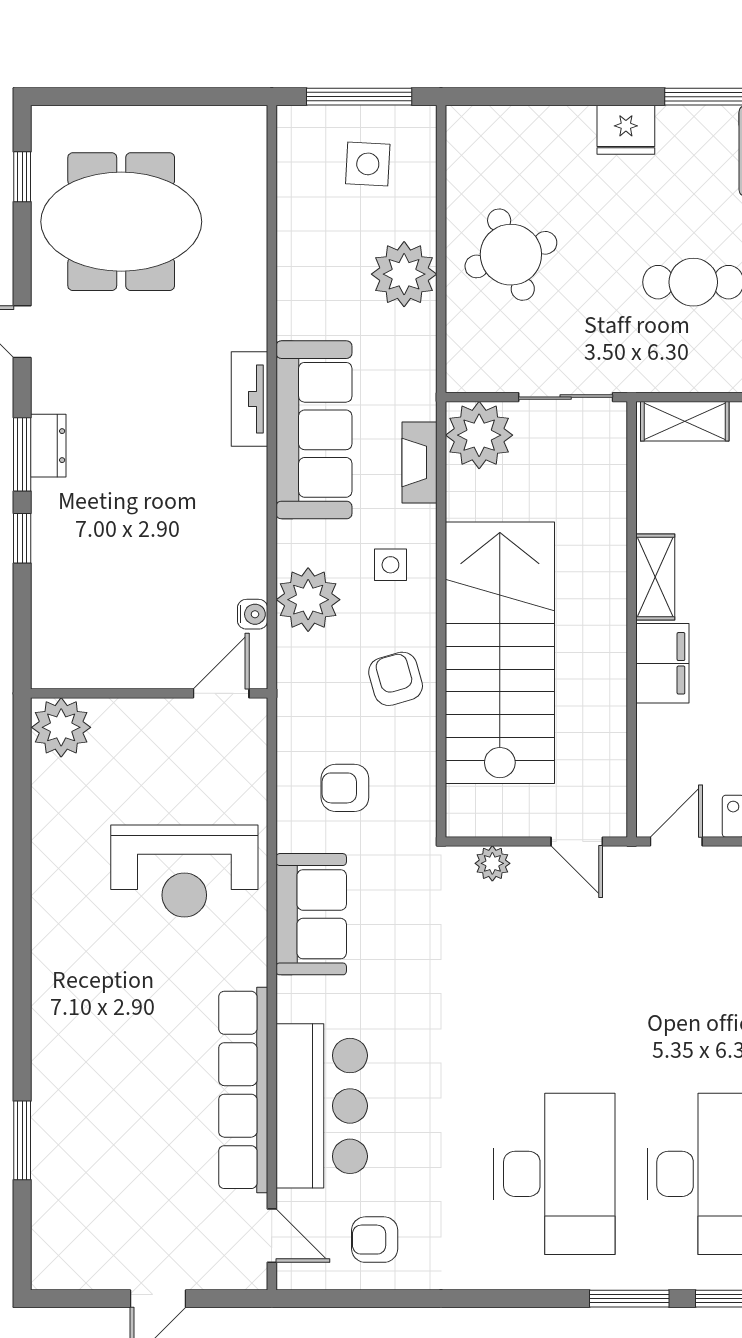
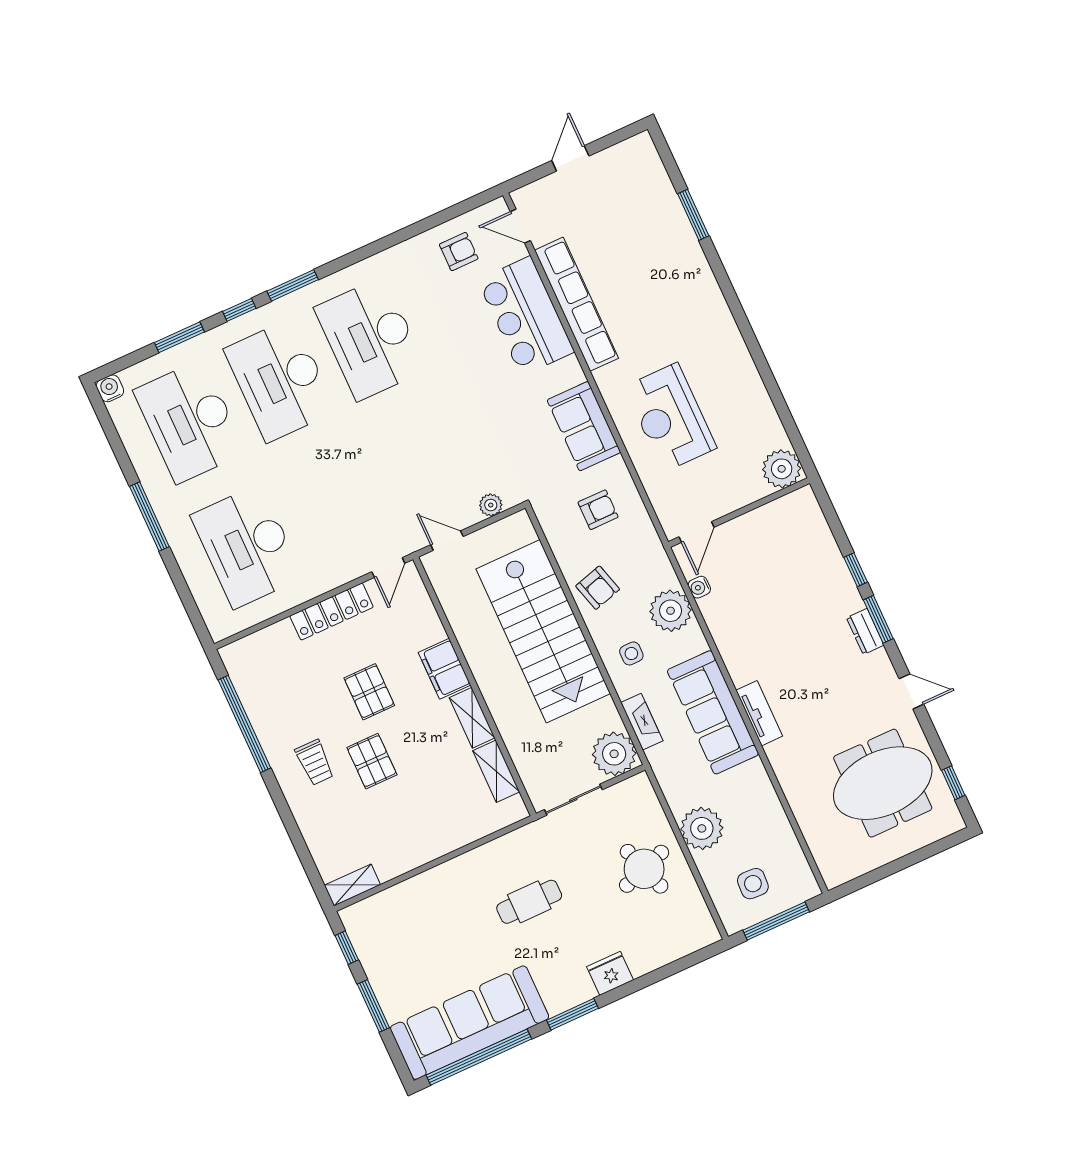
shelving: (685, 421) -> (496, 771), moved, turned 90
reception desk: (184, 871) -> (670, 417), turned -90

